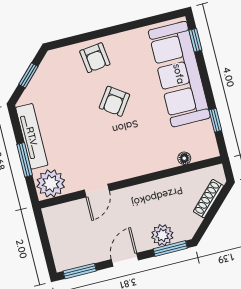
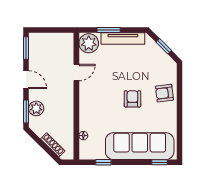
armchair: (114, 101) -> (132, 99), turned 55
door: (97, 191) -> (76, 73), swing flipped

